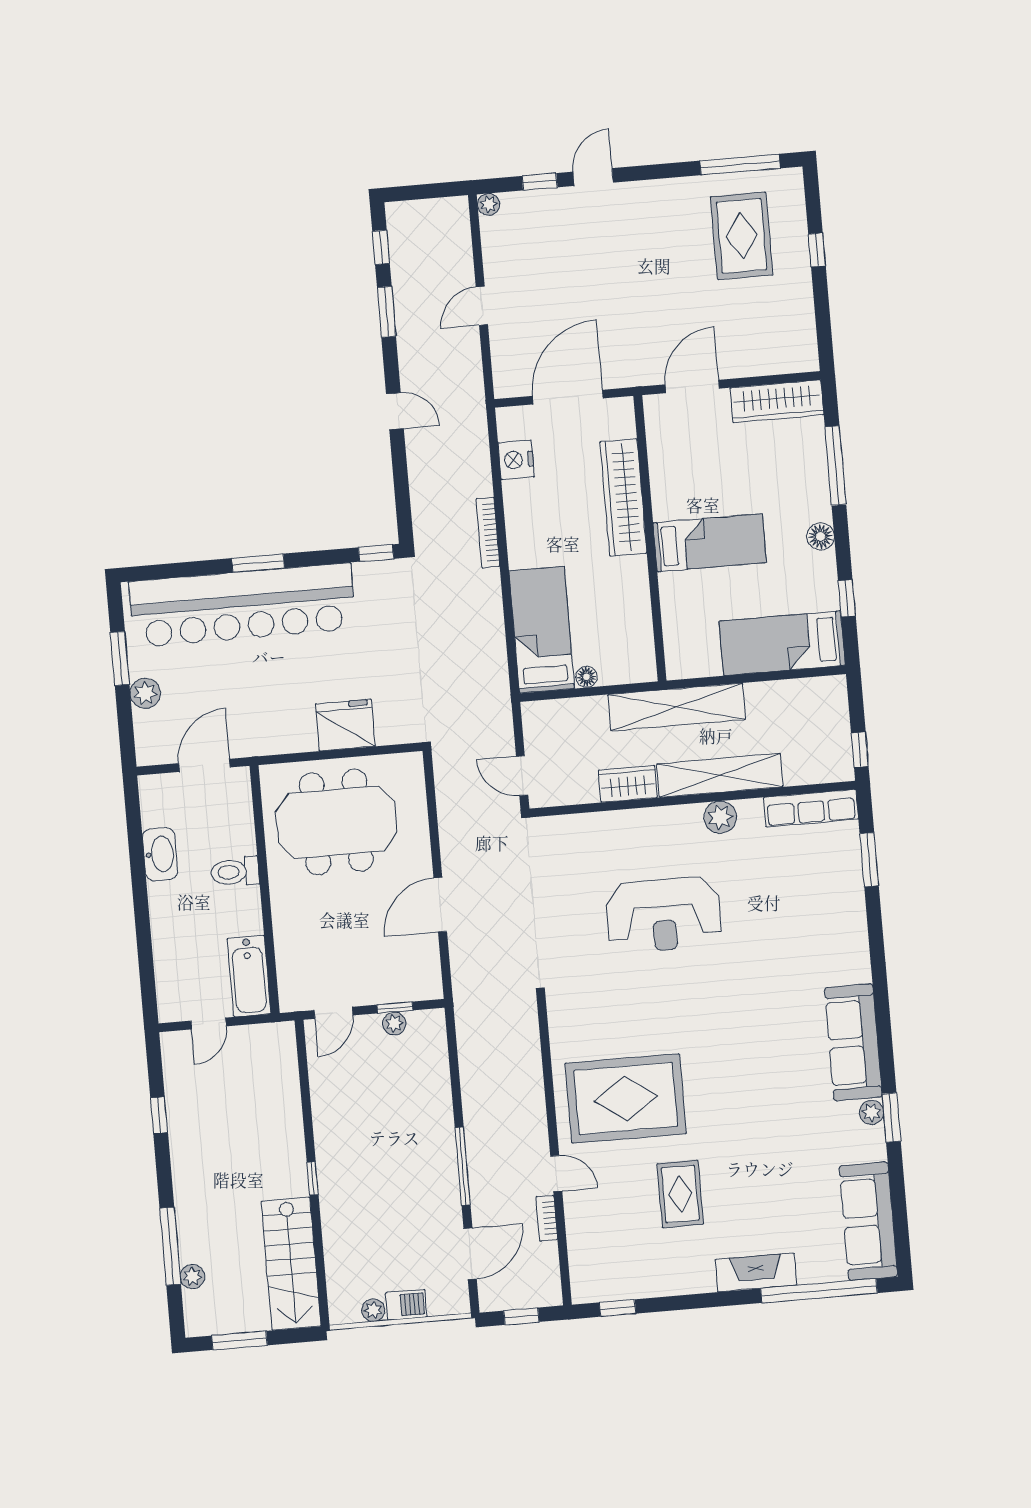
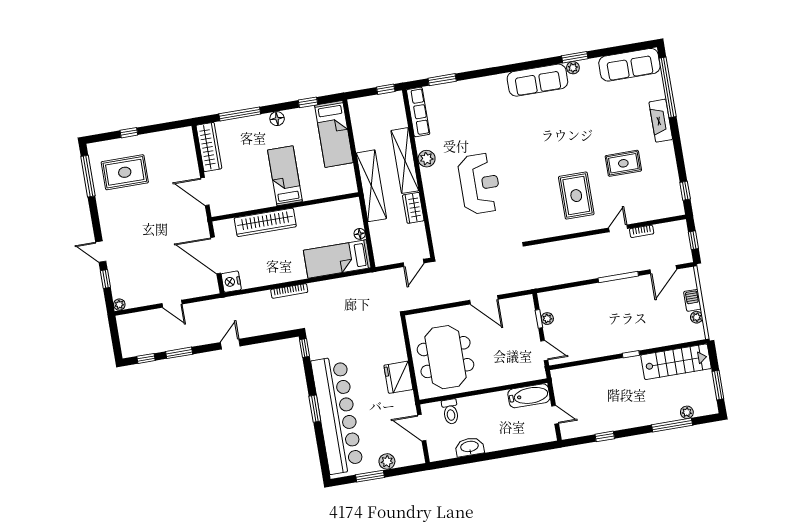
nightstand: (516, 460) -> (231, 282), moved, turned 90
fridge: (345, 725) -> (398, 377), moved
toilet: (235, 872) -> (450, 412), moved
rug: (626, 1098) -> (576, 196), width x0.73, depth x0.69
door: (470, 1254) -> (663, 269), swing flipped

